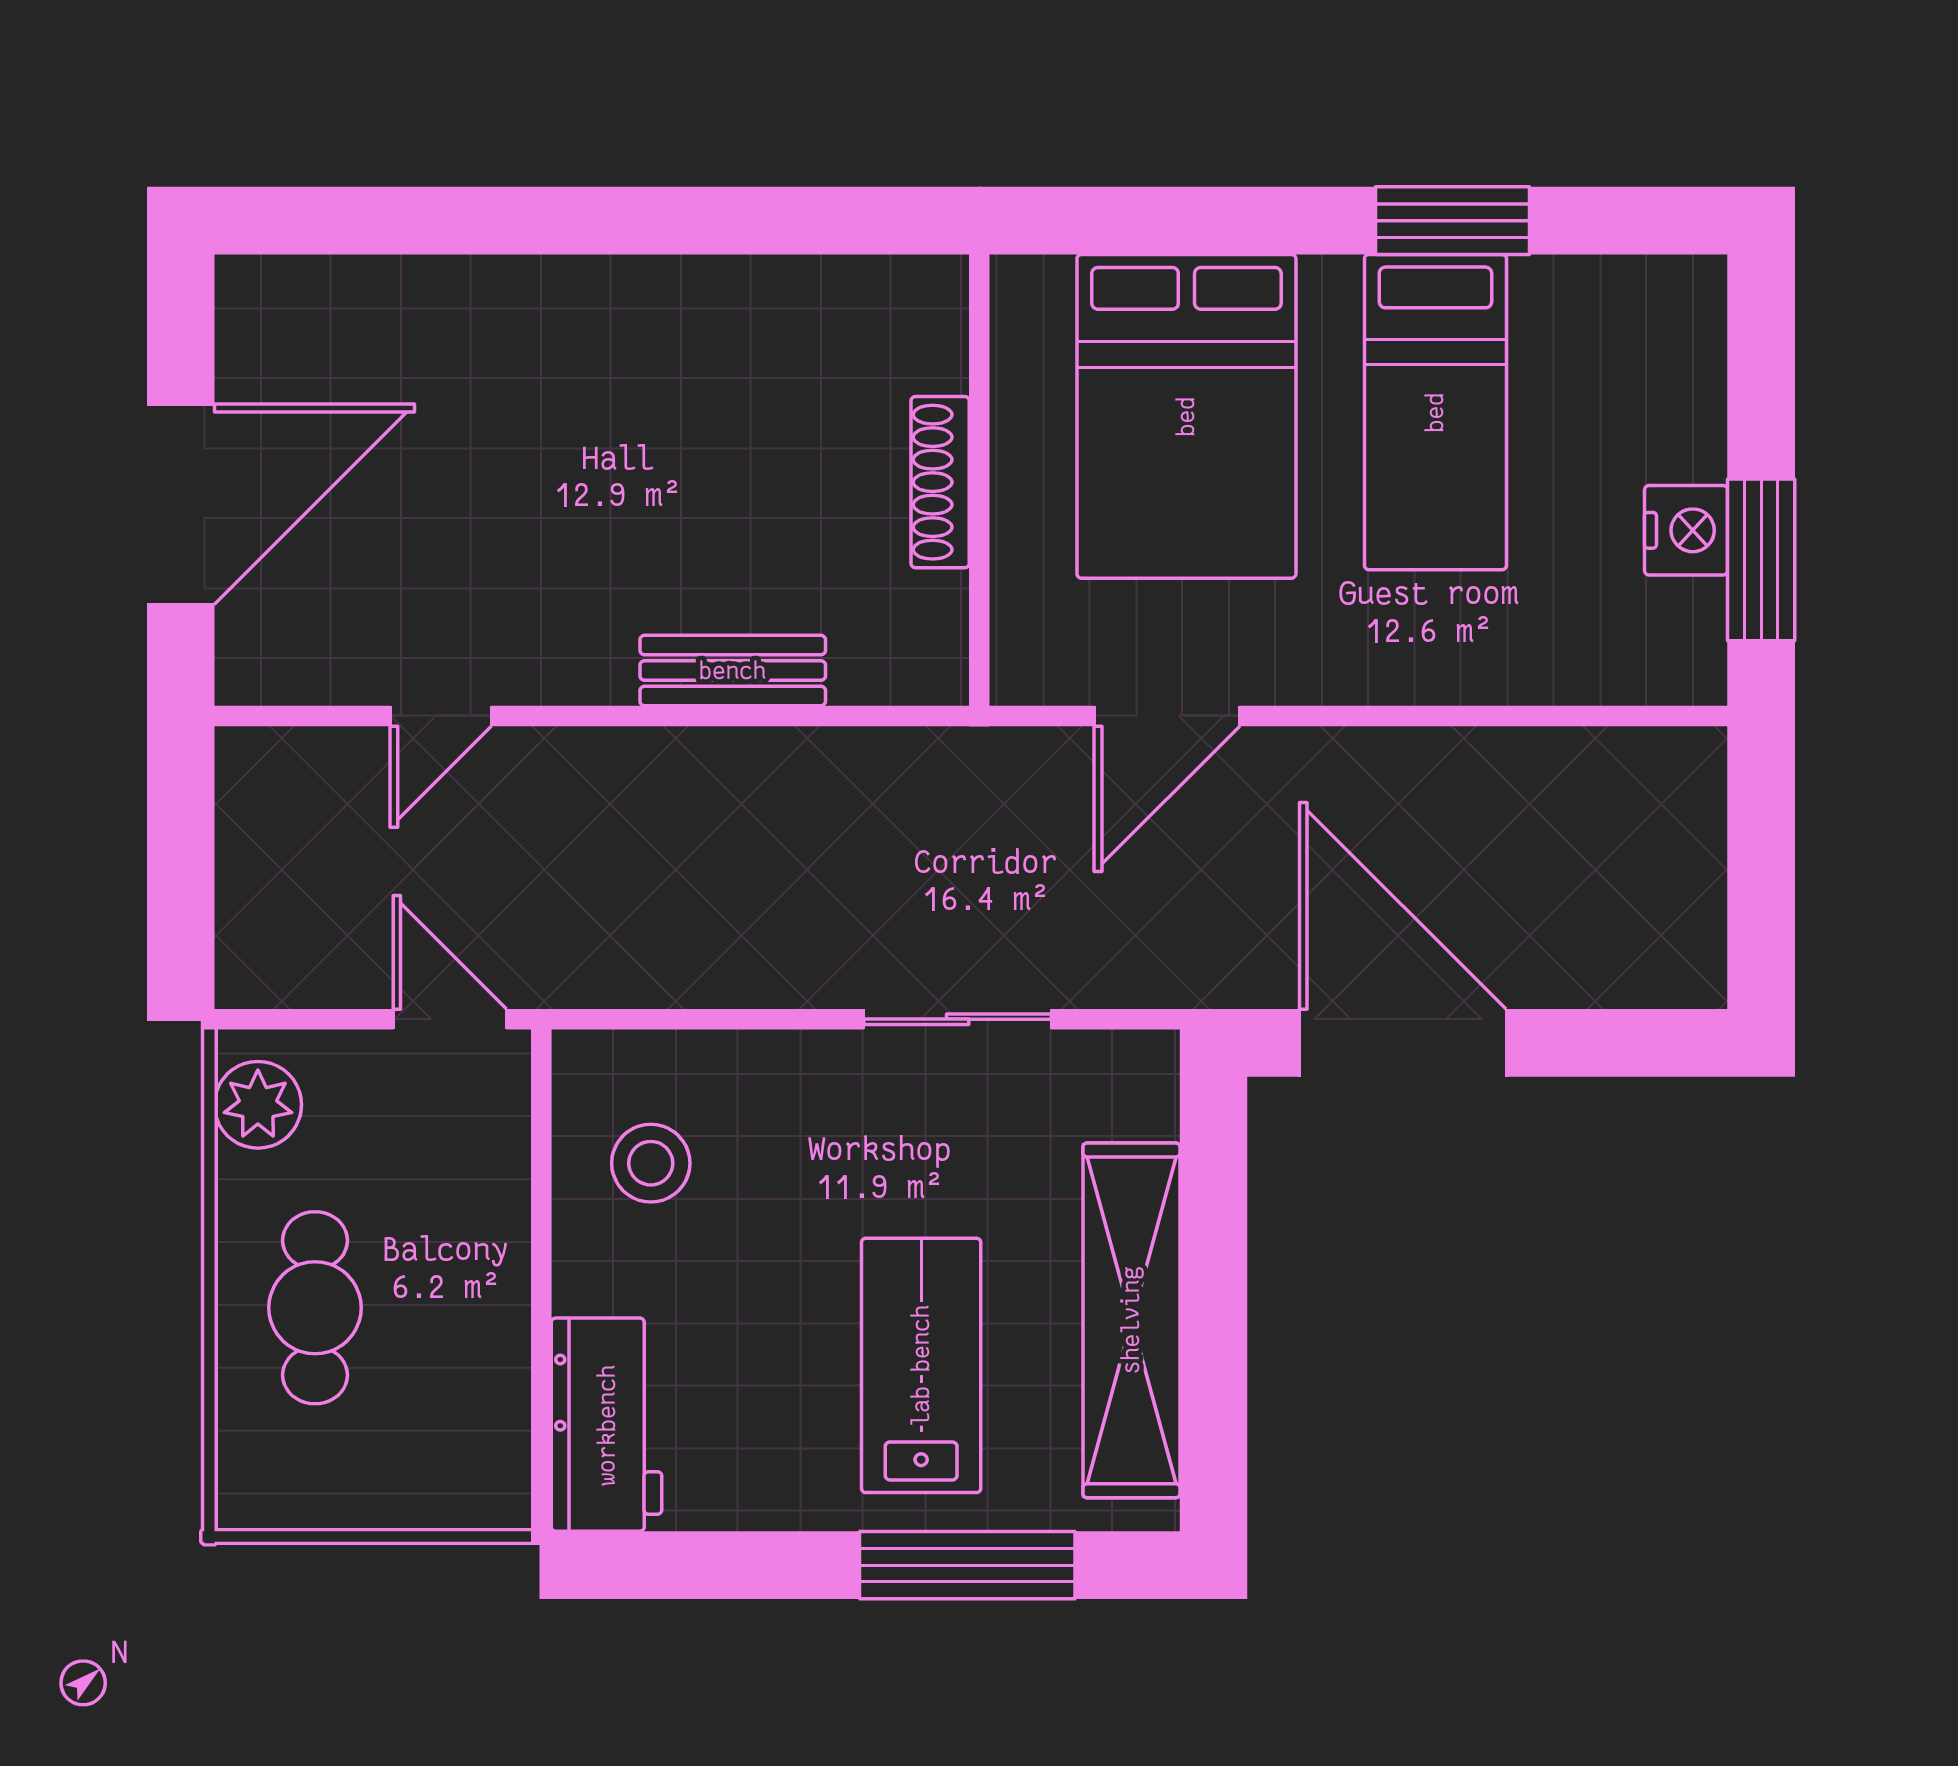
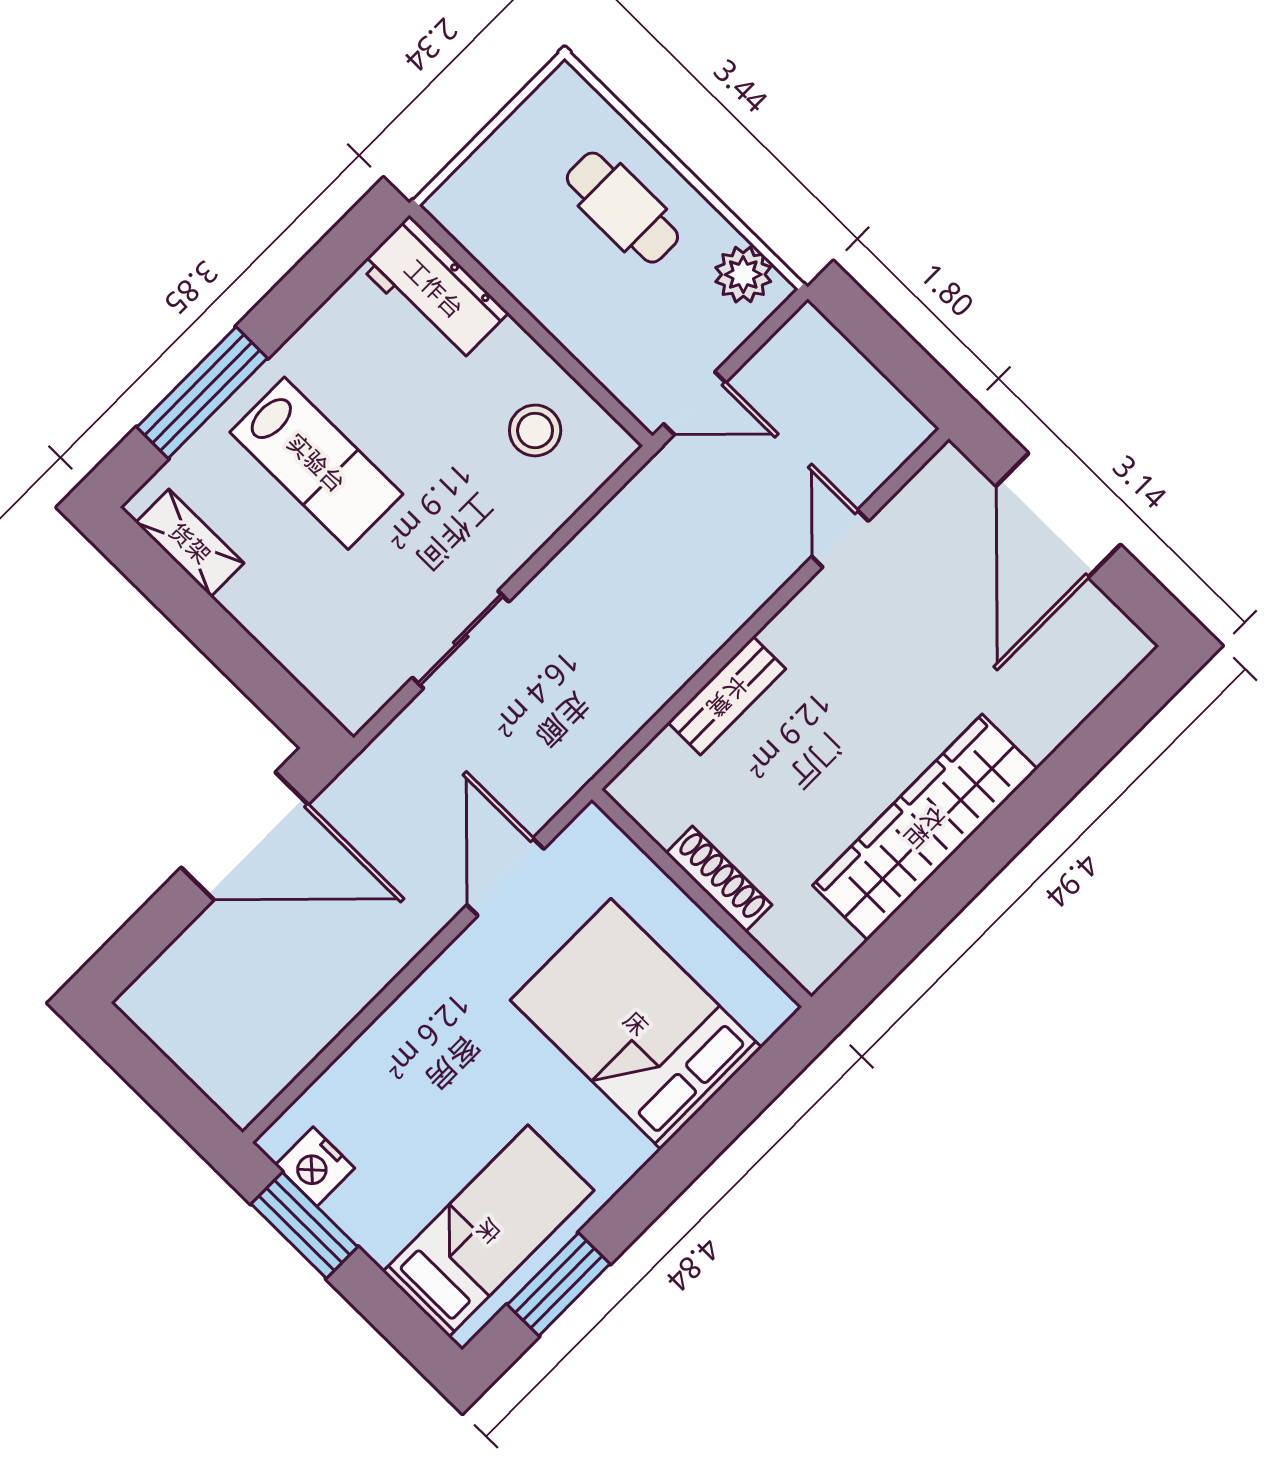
window: (1453, 221) -> (559, 1284), moved
wardrobe: (662, 314) -> (925, 827), added
bed: (1435, 412) -> (488, 1231), moved, turned 90
nightstand: (1686, 530) -> (315, 1167), moved
shelving: (1131, 1320) -> (190, 543), width x0.45, depth x0.75

